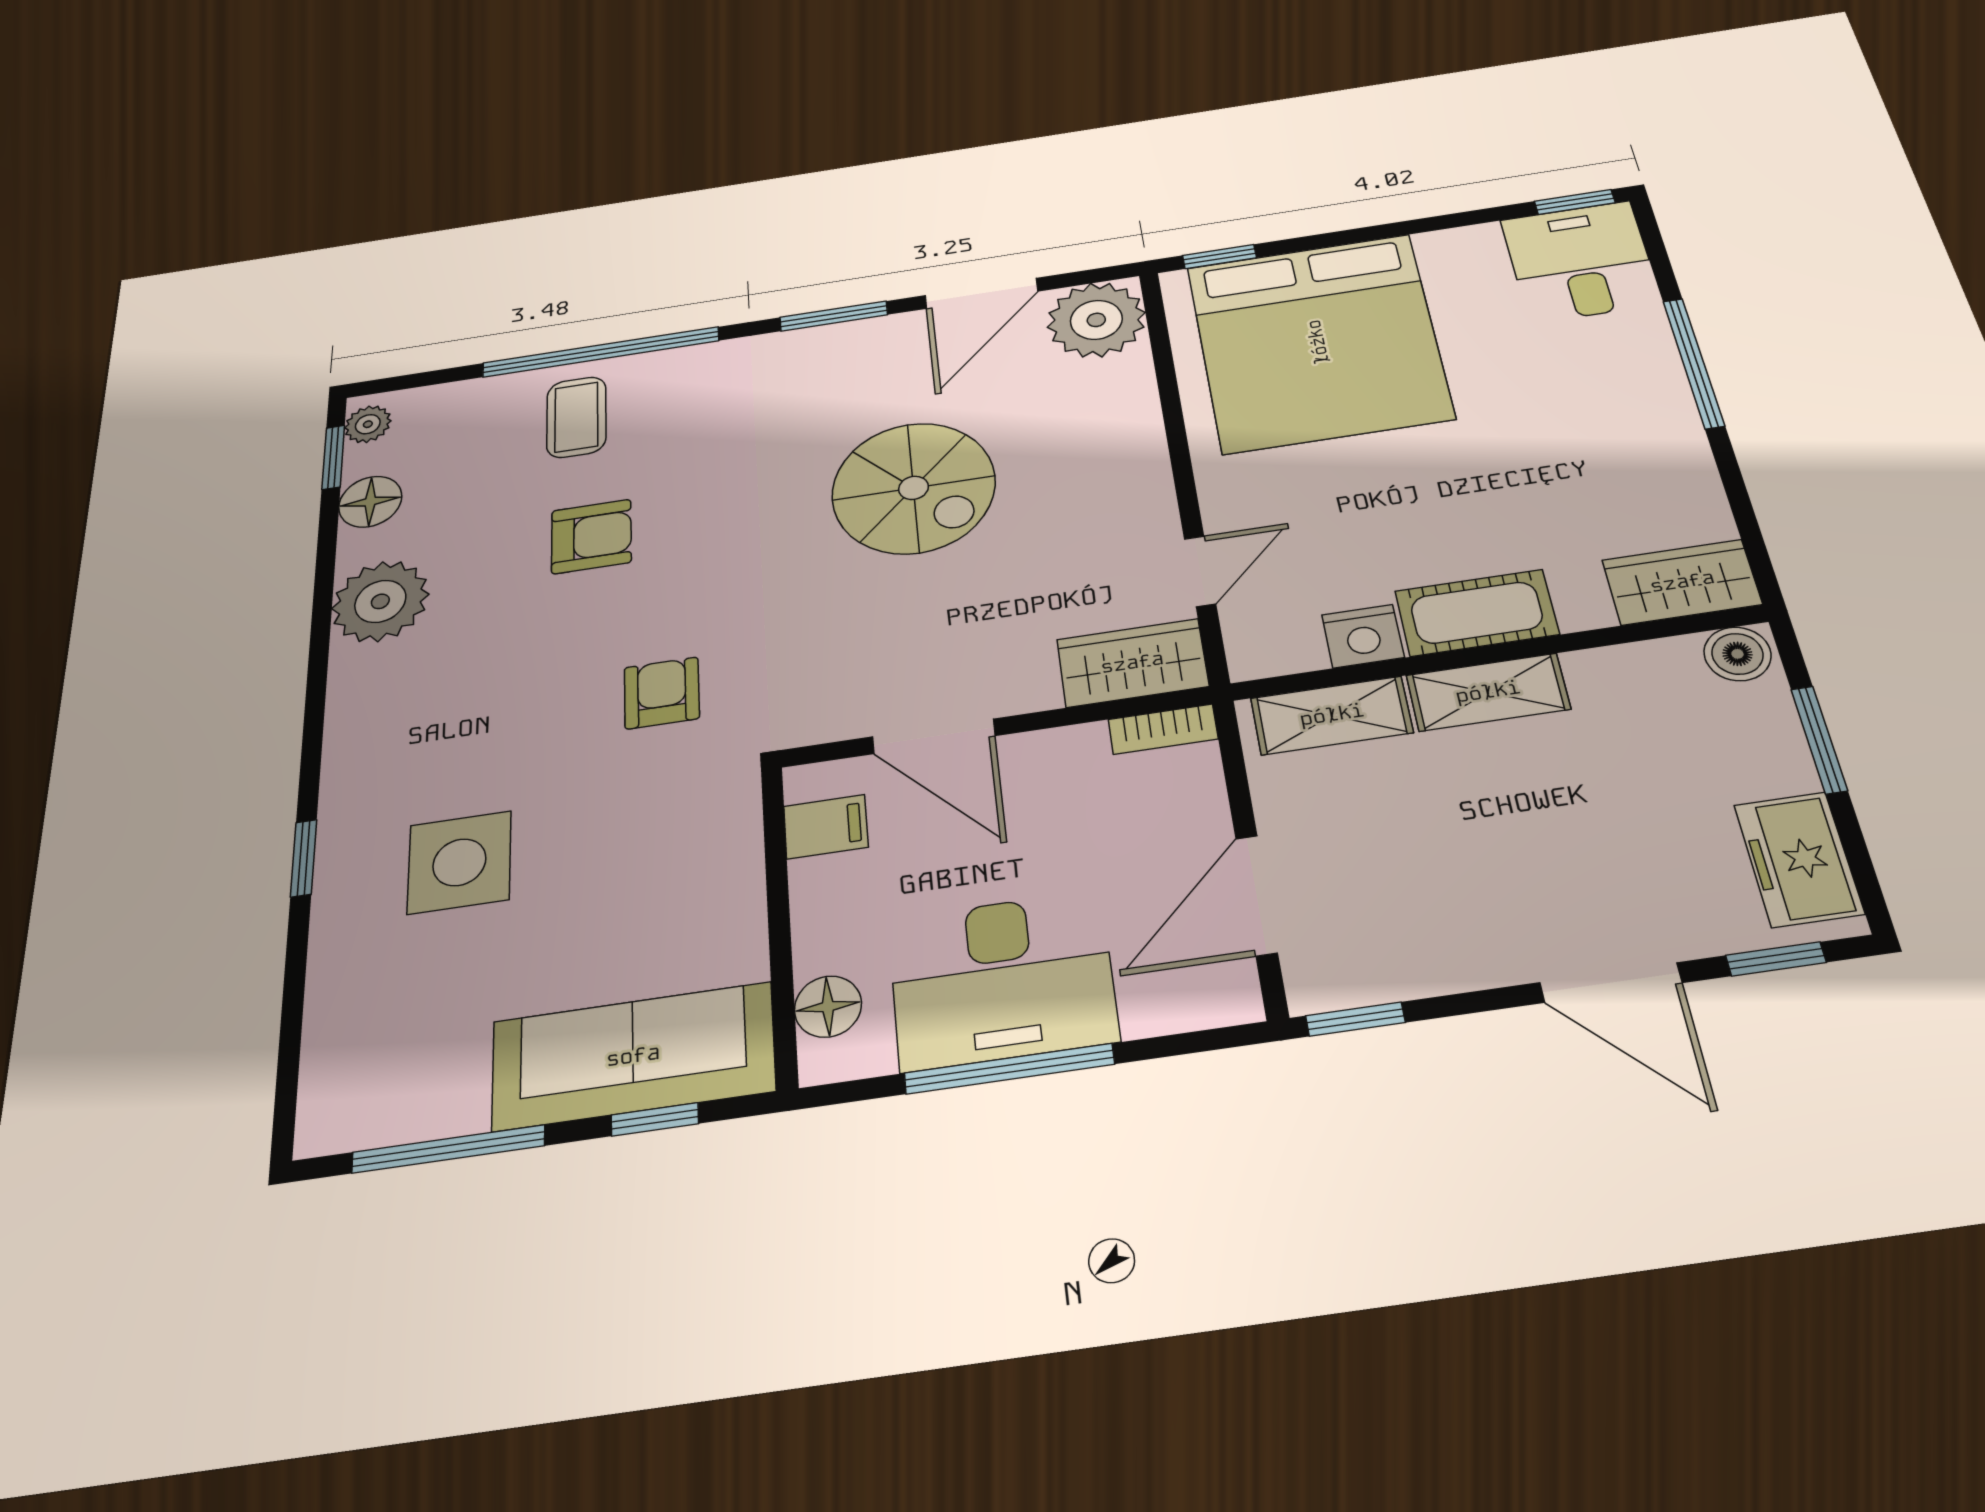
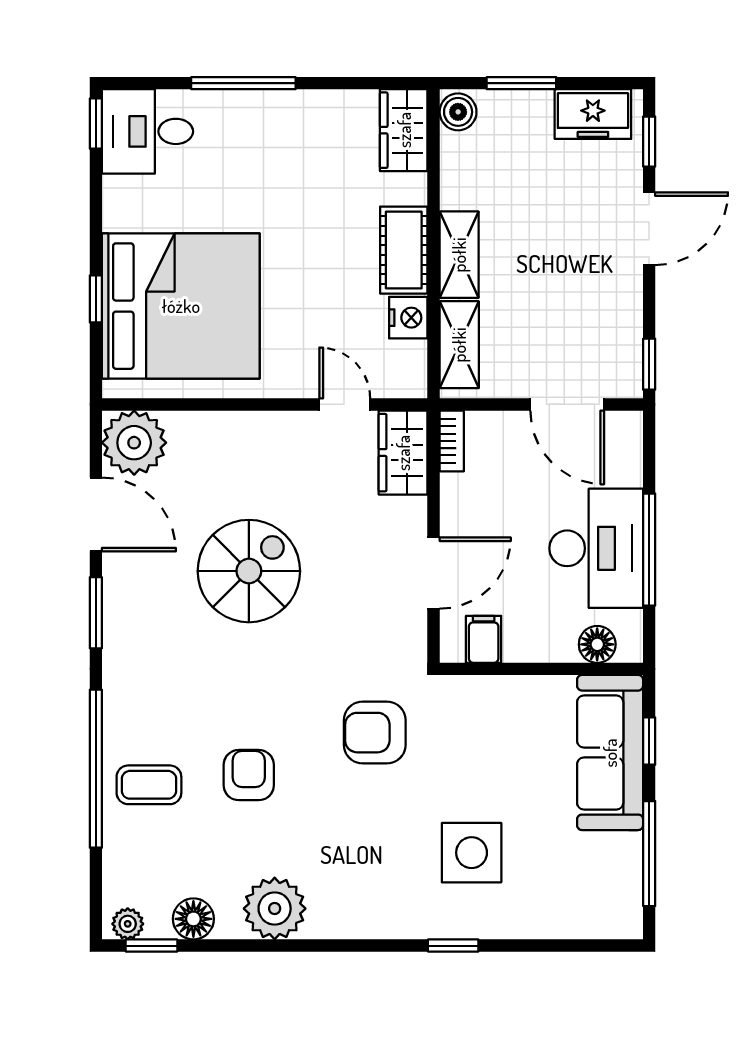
window: (1220, 257) -> (96, 299), moved
armchair: (662, 693) -> (375, 733), width x1.38, depth x1.38

